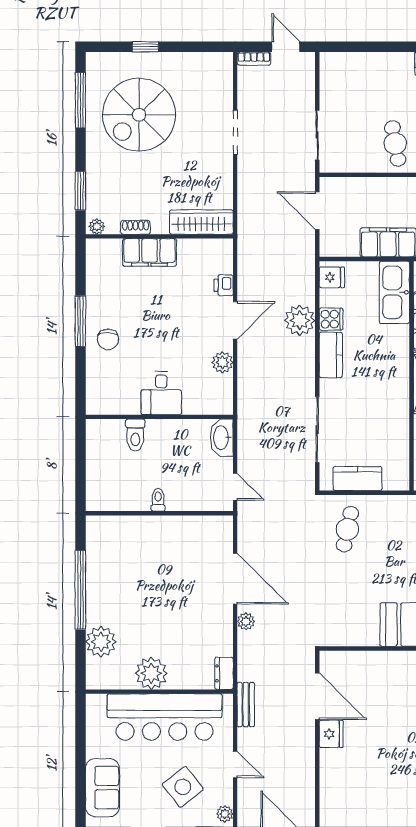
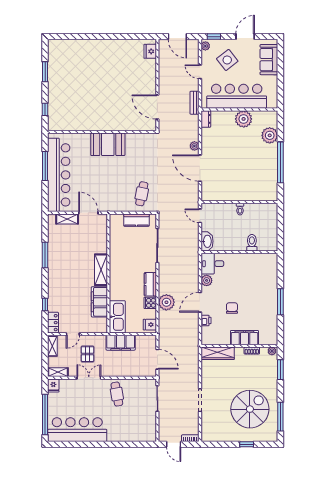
chair: (108, 339) -> (232, 308), moved
desk: (161, 393) -> (212, 264), moved, turned -90
fridge: (331, 734) -> (150, 51), moved

